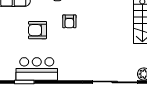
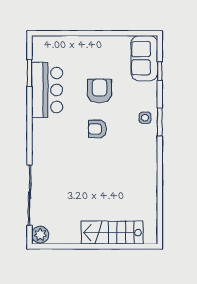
armchair: (69, 21) -> (97, 129), moved

